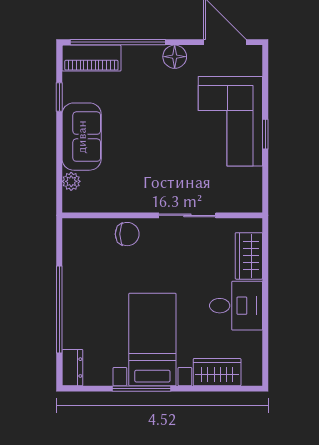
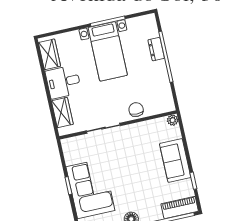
plant: (71, 181) -> (173, 120), moved
chair: (127, 234) -> (136, 110), turned 90
dresser: (72, 368) -> (156, 49), moved
wardrobe: (217, 372) -> (49, 54), moved, turned -90

